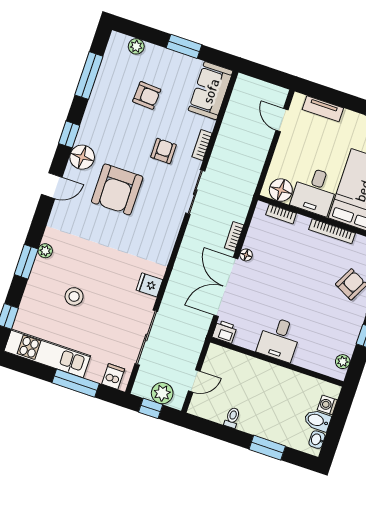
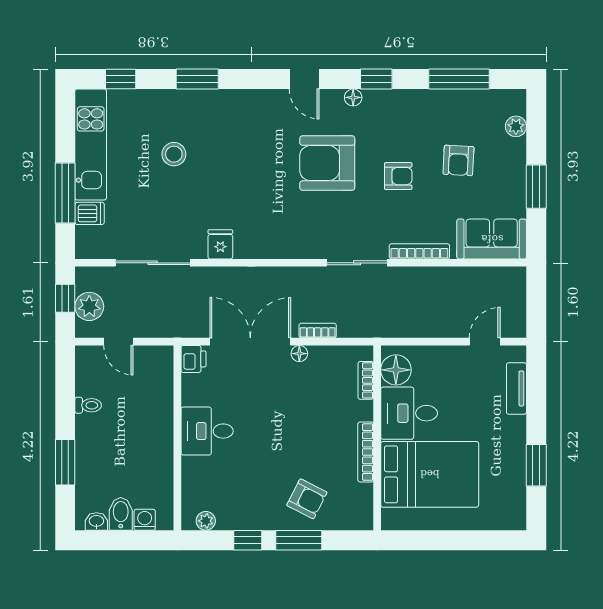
bookcase: (202, 145) -> (419, 251), width x1.56
armchair: (163, 151) -> (398, 176), moved
floor lamp: (82, 157) -> (353, 97), width x0.53, depth x0.53
plant: (45, 251) -> (219, 98), removed
dishwasher: (113, 376) -> (90, 213), moved

